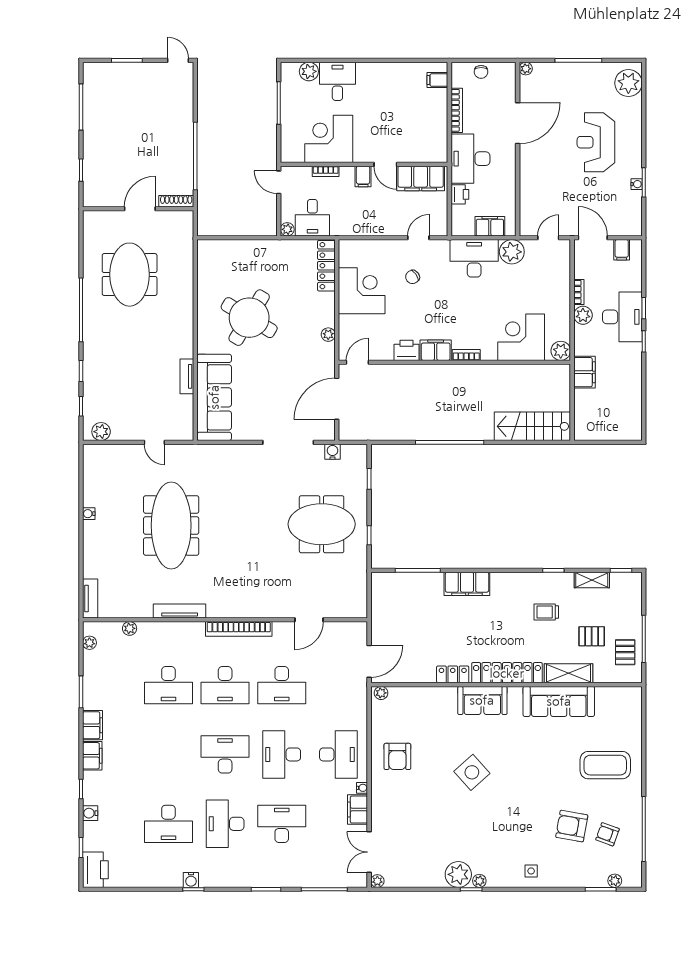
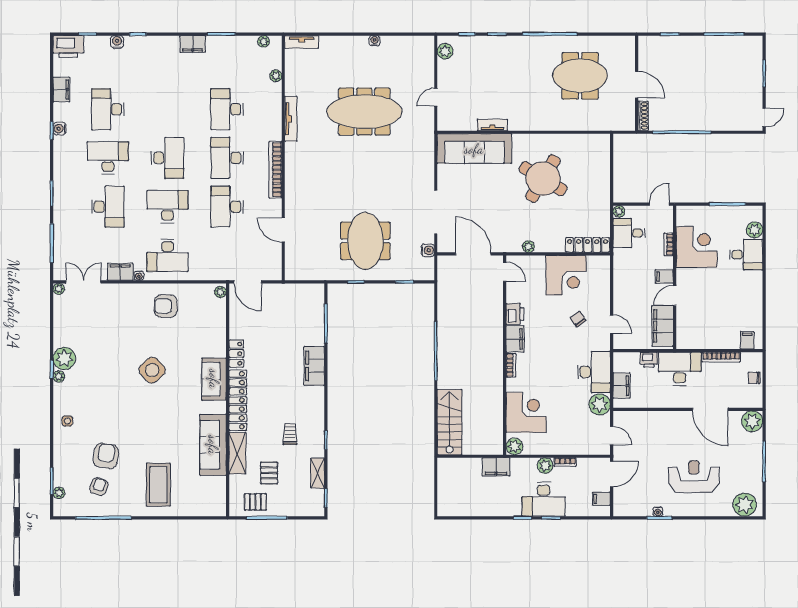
plant: (526, 69) -> (752, 421), width x1.88, depth x1.88
filing cabinet: (92, 756) -> (61, 90), moved, turned -90

